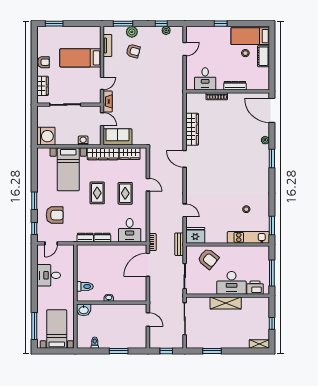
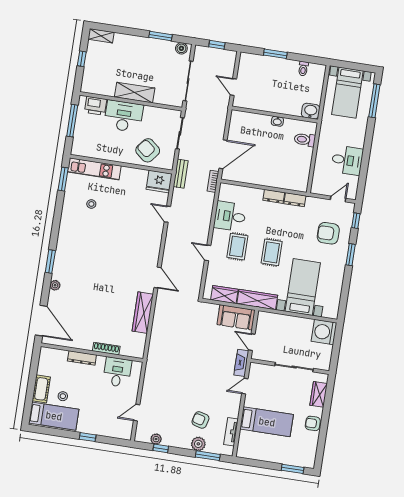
washing machine: (83, 141) -> (279, 319), removed
desk: (130, 230) -> (230, 216), moved, turned -90
boiler: (194, 344) -> (181, 48), added

